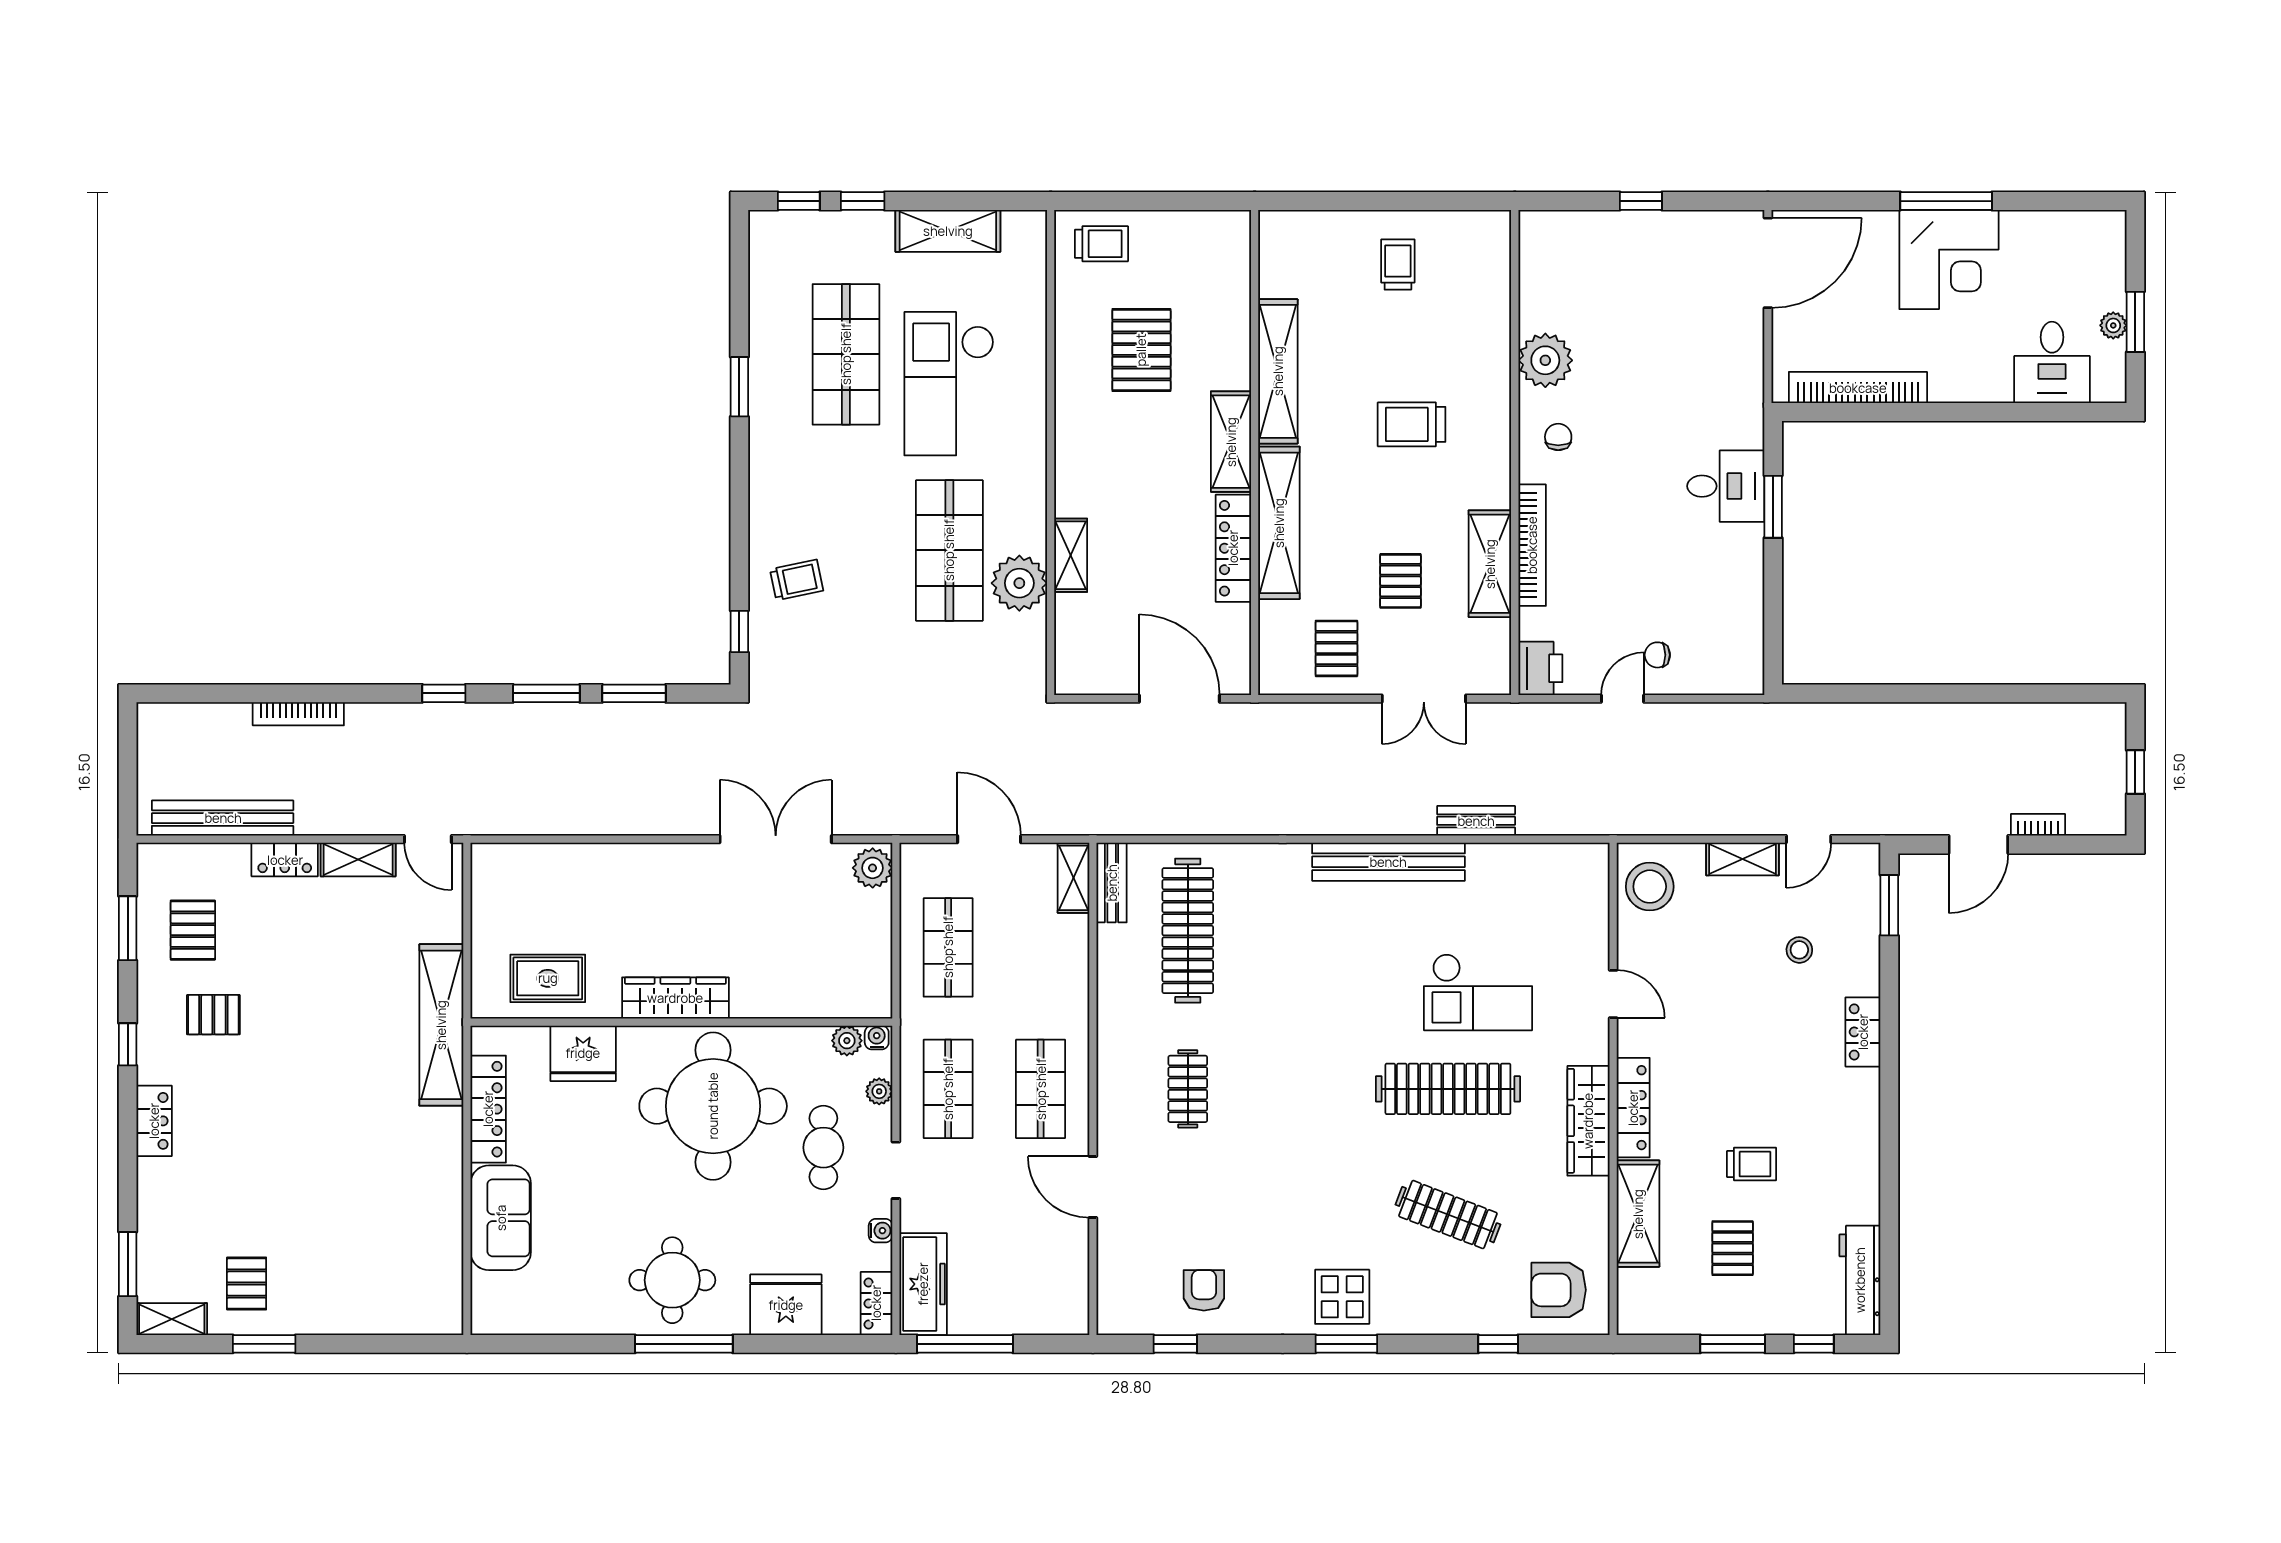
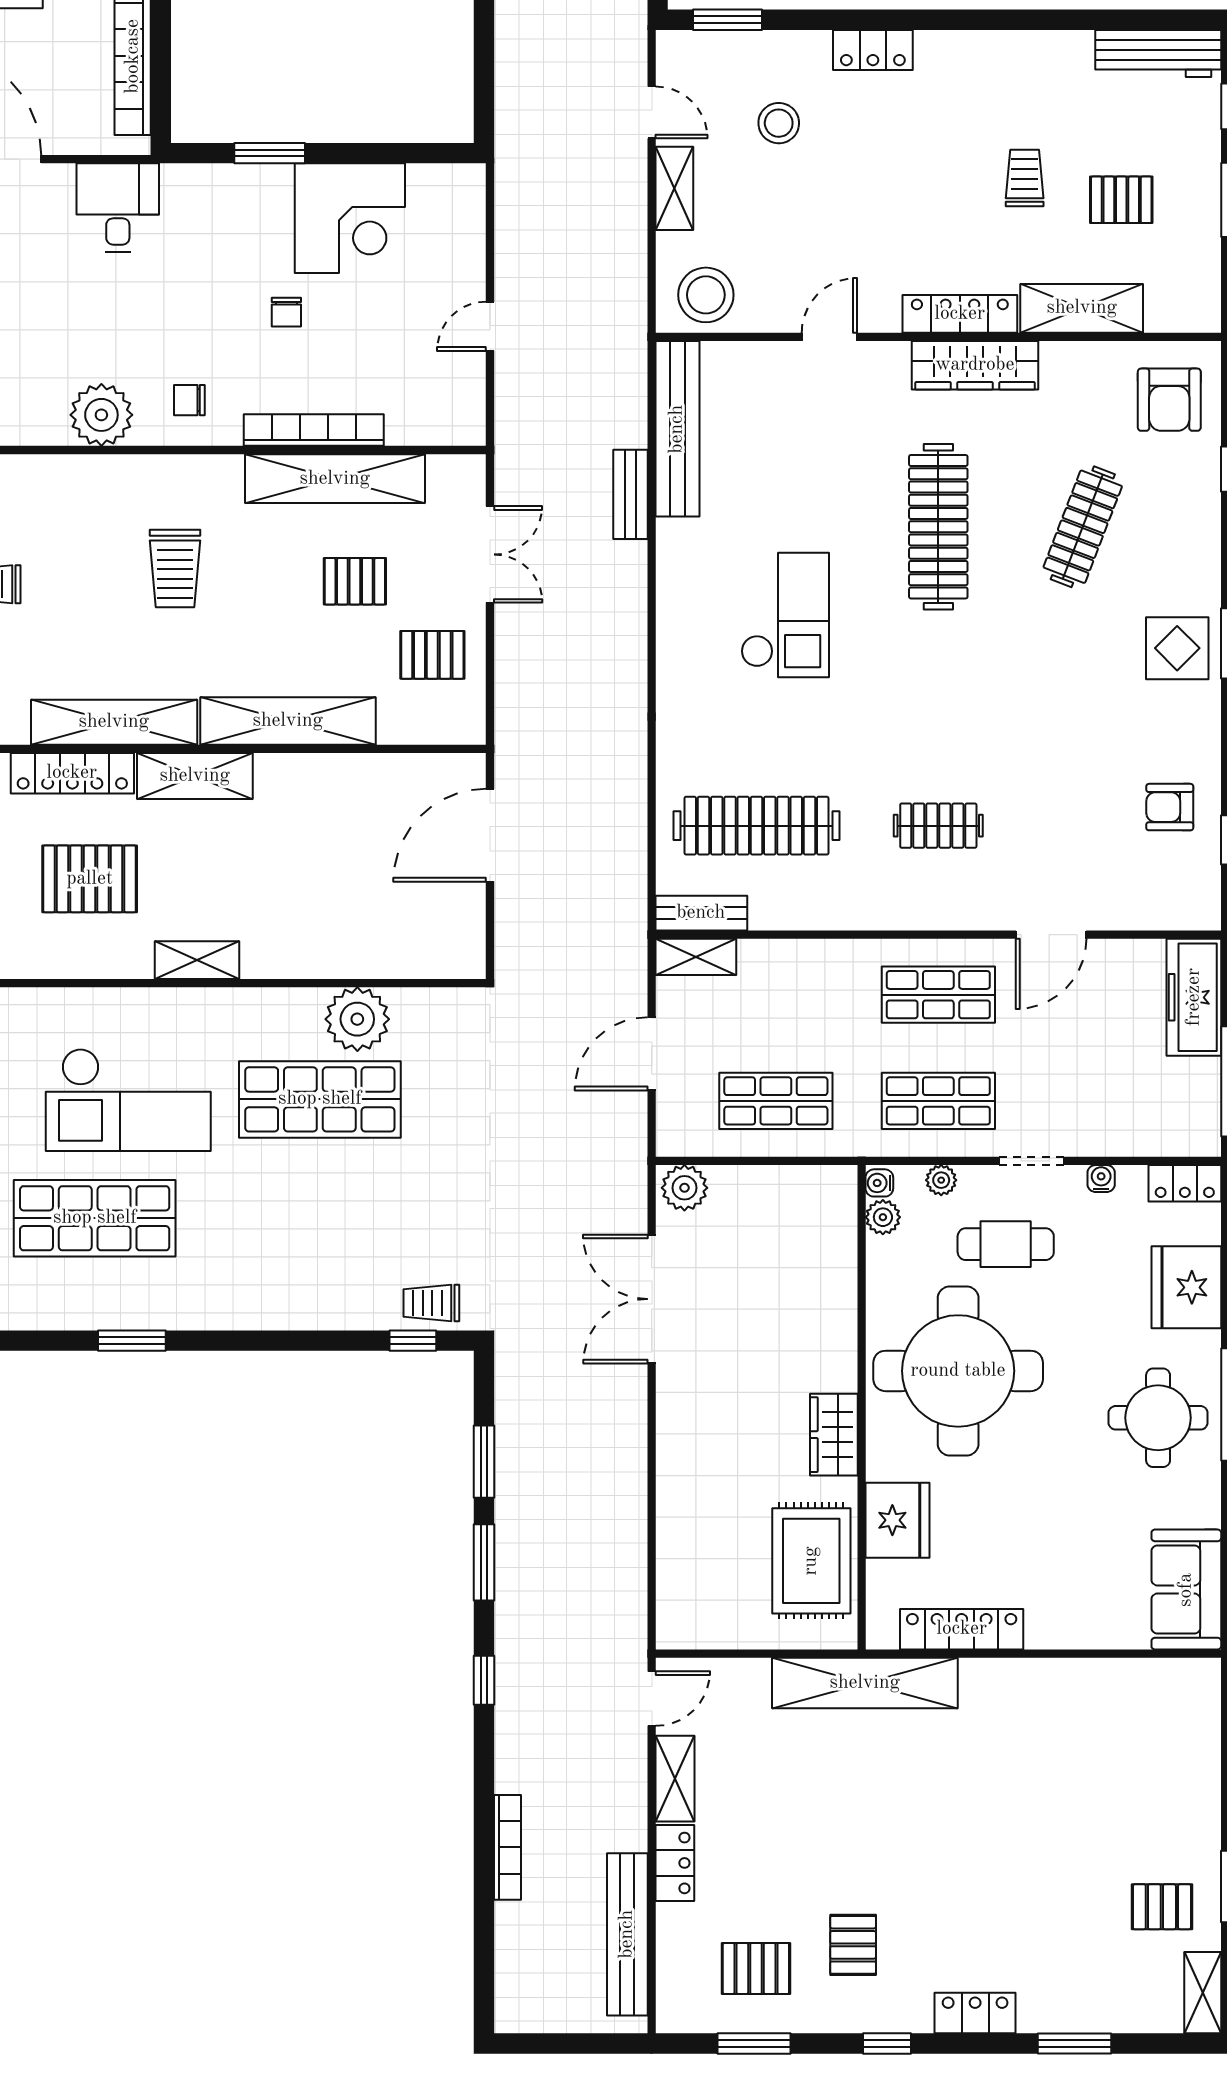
desk: (1726, 486) -> (118, 208), moved
locker: (1233, 548) -> (72, 773), moved
shelving: (1071, 555) -> (197, 960), moved
shelving: (1490, 564) -> (335, 479), width x1.47
corner desk: (1717, 577) -> (350, 218), added
trolley: (797, 580) -> (431, 1303), moved, turned -78
chair: (1657, 655) -> (286, 312), moved
printer: (1540, 668) -> (455, 421), removed
door: (1622, 699) -> (490, 326), hinge flipped
bench: (1388, 862) -> (677, 429), moved
stool: (1799, 950) -> (779, 123), width x1.37, depth x1.37
rug: (548, 978) -> (811, 1561), width x1.36, depth x1.43
checkout: (1478, 992) -> (785, 615), moved
wardrobe: (675, 998) -> (834, 1435), width x0.67
sofa: (501, 1218) -> (1186, 1590), moved, turned -90
window: (128, 1264) -> (1074, 2043), moved
freezer: (923, 1284) -> (1194, 997), moved, turned -90

